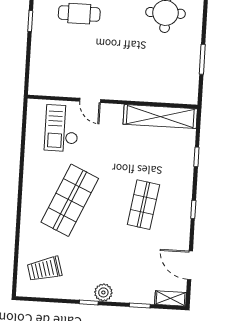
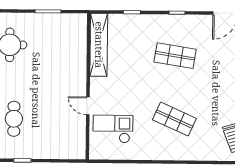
door: (90, 100) -> (88, 106), swing flipped
checkout: (62, 128) -> (113, 129), turned 180
shop shelf: (70, 200) -> (174, 119), width x0.70, depth x0.74

